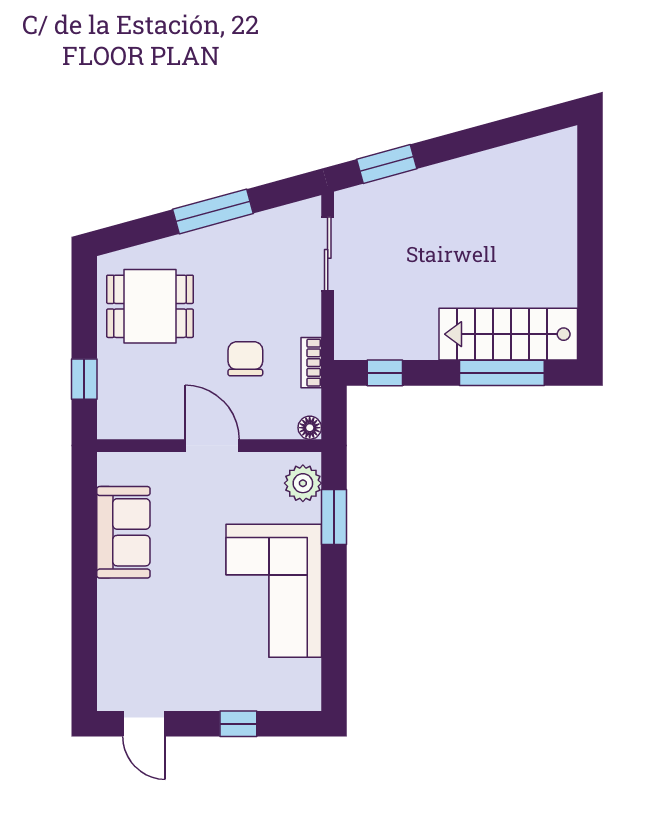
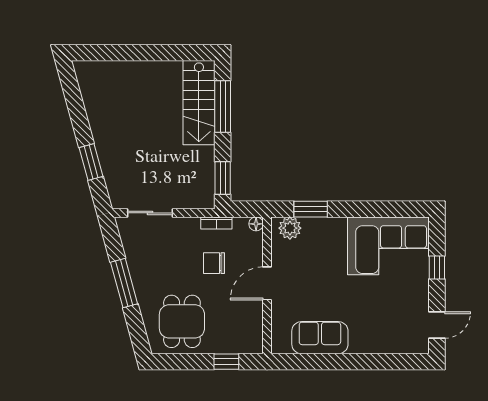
window: (387, 164) -> (91, 162), moved
window: (385, 373) -> (223, 178), width x1.50
corner sofa: (274, 591) -> (388, 246), moved

